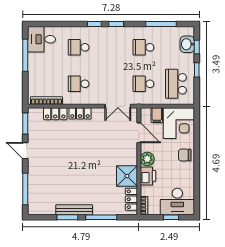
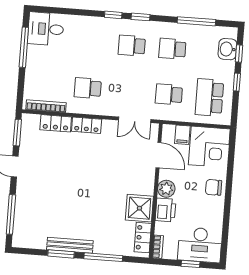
school desk: (79, 47) -> (132, 46), moved

